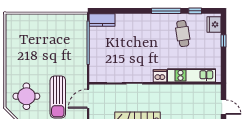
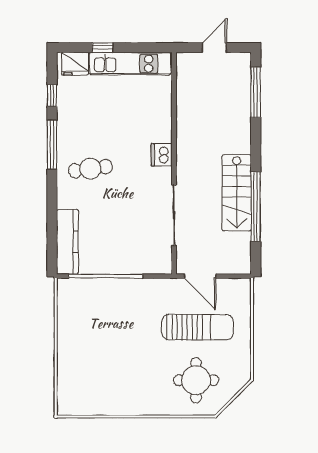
kitchen counter: (102, 20) -> (67, 242), width x1.50
cafe table: (183, 34) -> (90, 169), moved
kitchen unit: (192, 75) -> (130, 64), moved, turned -90

